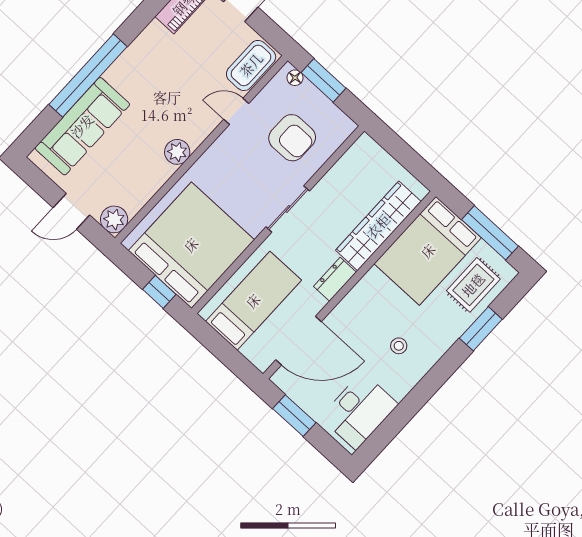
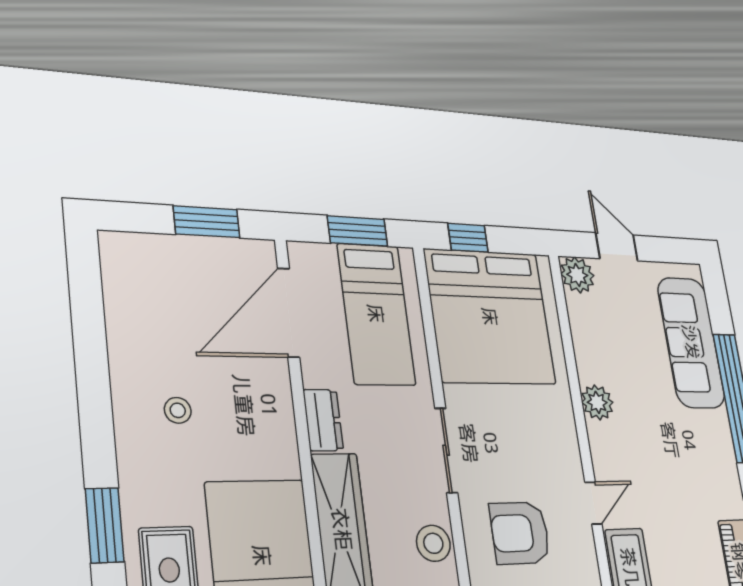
stool: (341, 177) -> (433, 543), added
door: (71, 211) -> (617, 247), hinge flipped
window: (219, 347) -> (357, 231), added
desk: (359, 411) -> (143, 291), removed

